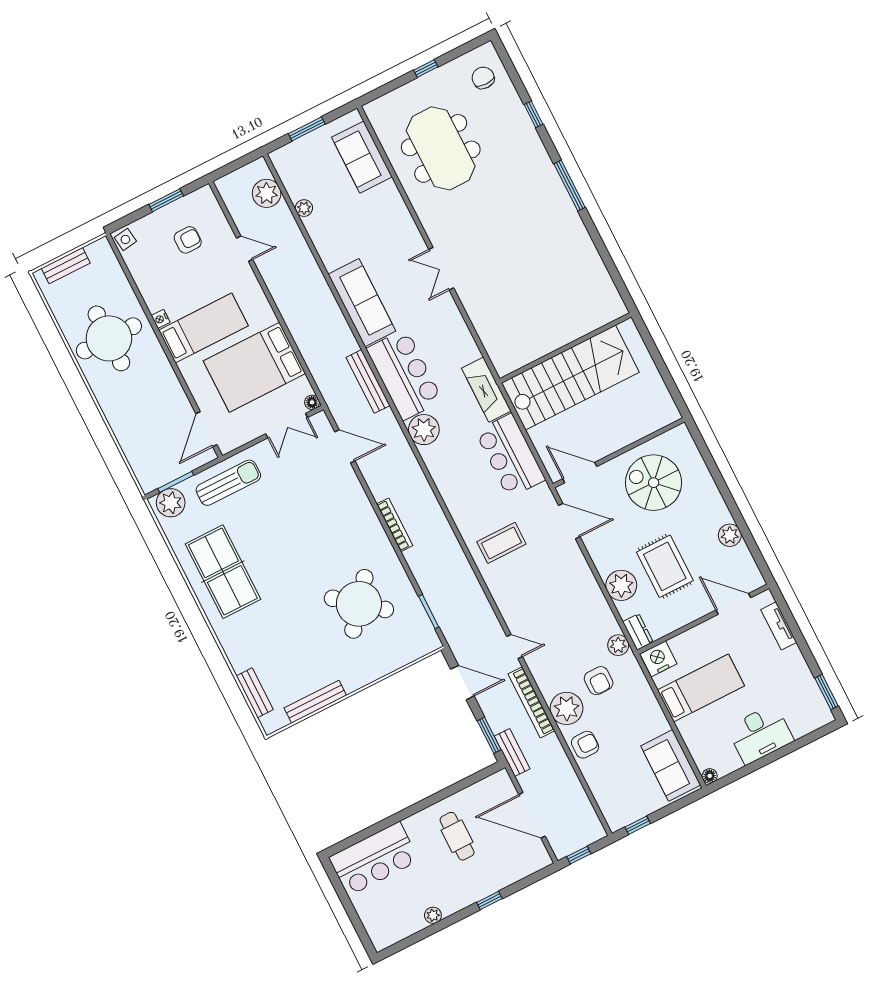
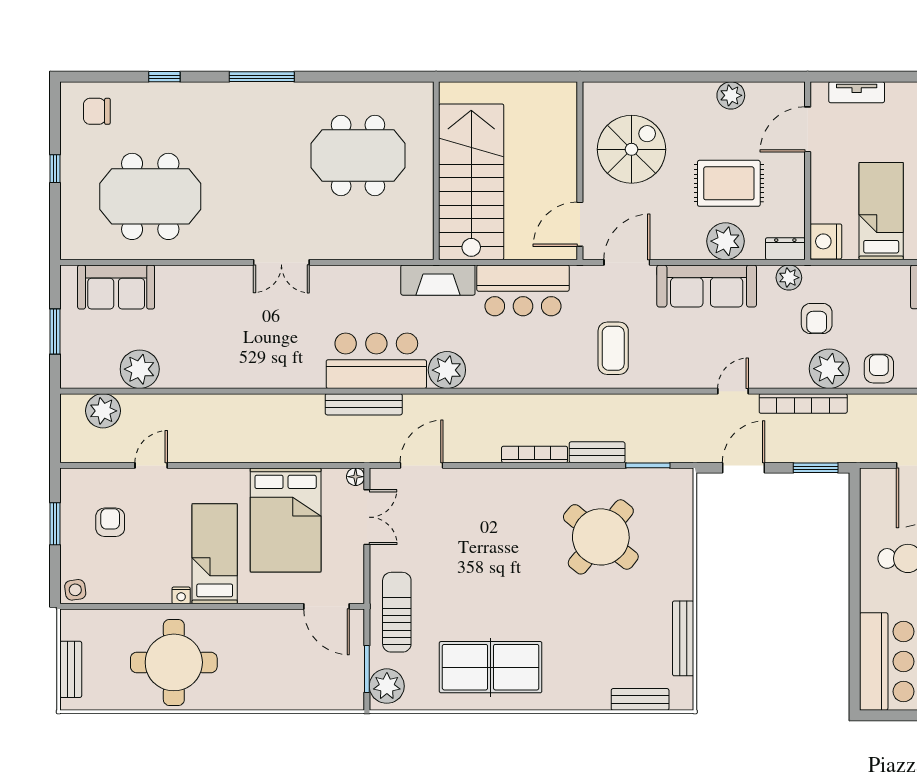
plant: (304, 208) -> (140, 369), width x1.88, depth x1.88
meeting table: (548, 285) -> (358, 155), added
sofa: (362, 303) -> (707, 286), moved, turned 180
spiral stairs: (654, 483) -> (631, 149), turned 180
armchair: (599, 681) -> (817, 319), turned 90
bench: (512, 752) -> (597, 452), moved

